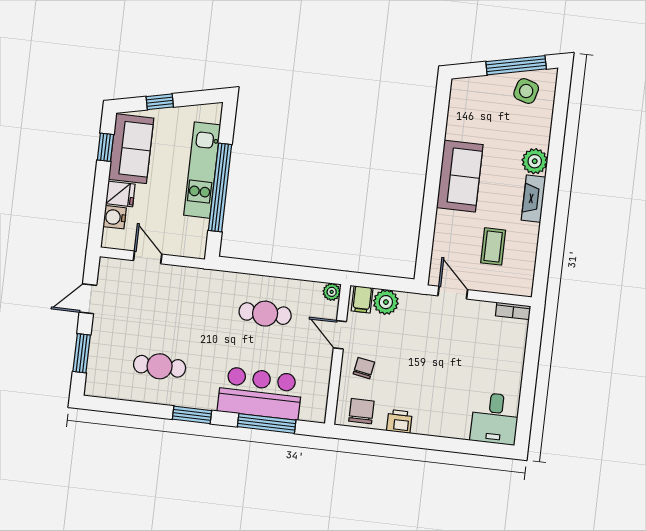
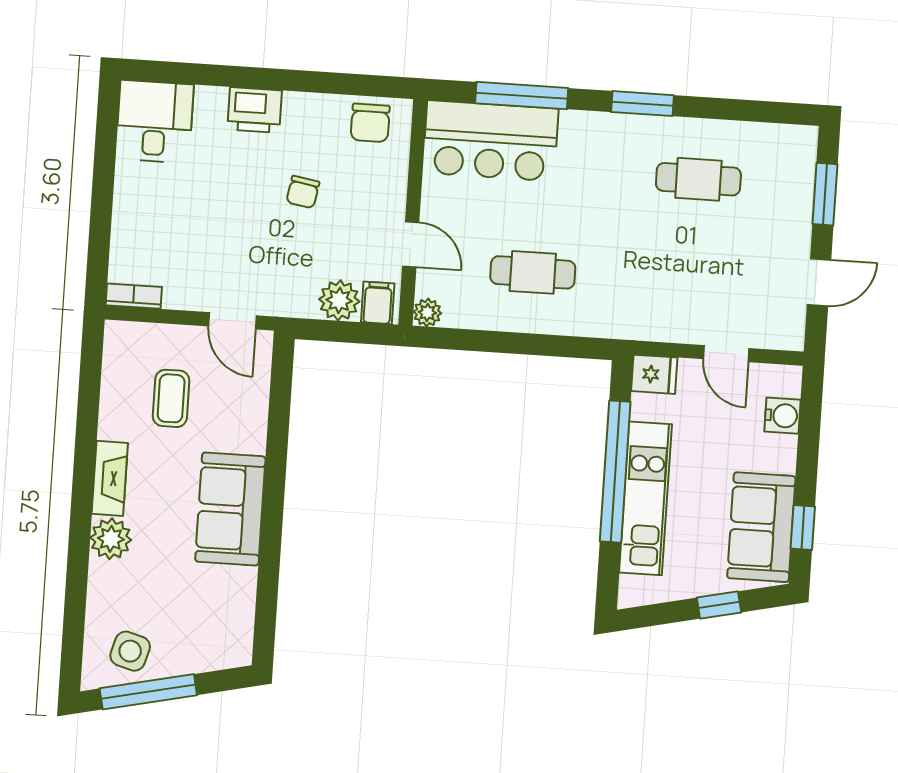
fridge: (120, 194) -> (654, 374), moved, turned 180
chair: (364, 368) -> (303, 192), moved
bar counter: (260, 393) -> (491, 141), moved
printer: (399, 421) -> (255, 110), moved, width x1.36, depth x1.24

